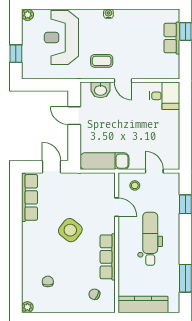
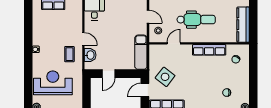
reception desk: (61, 38) -> (53, 83), turned 180
door: (123, 81) -> (83, 39), hinge flipped
door: (154, 171) -> (148, 17), swing flipped
side table: (70, 230) -> (165, 77), moved
dental chair: (150, 239) -> (196, 20), turned 180

